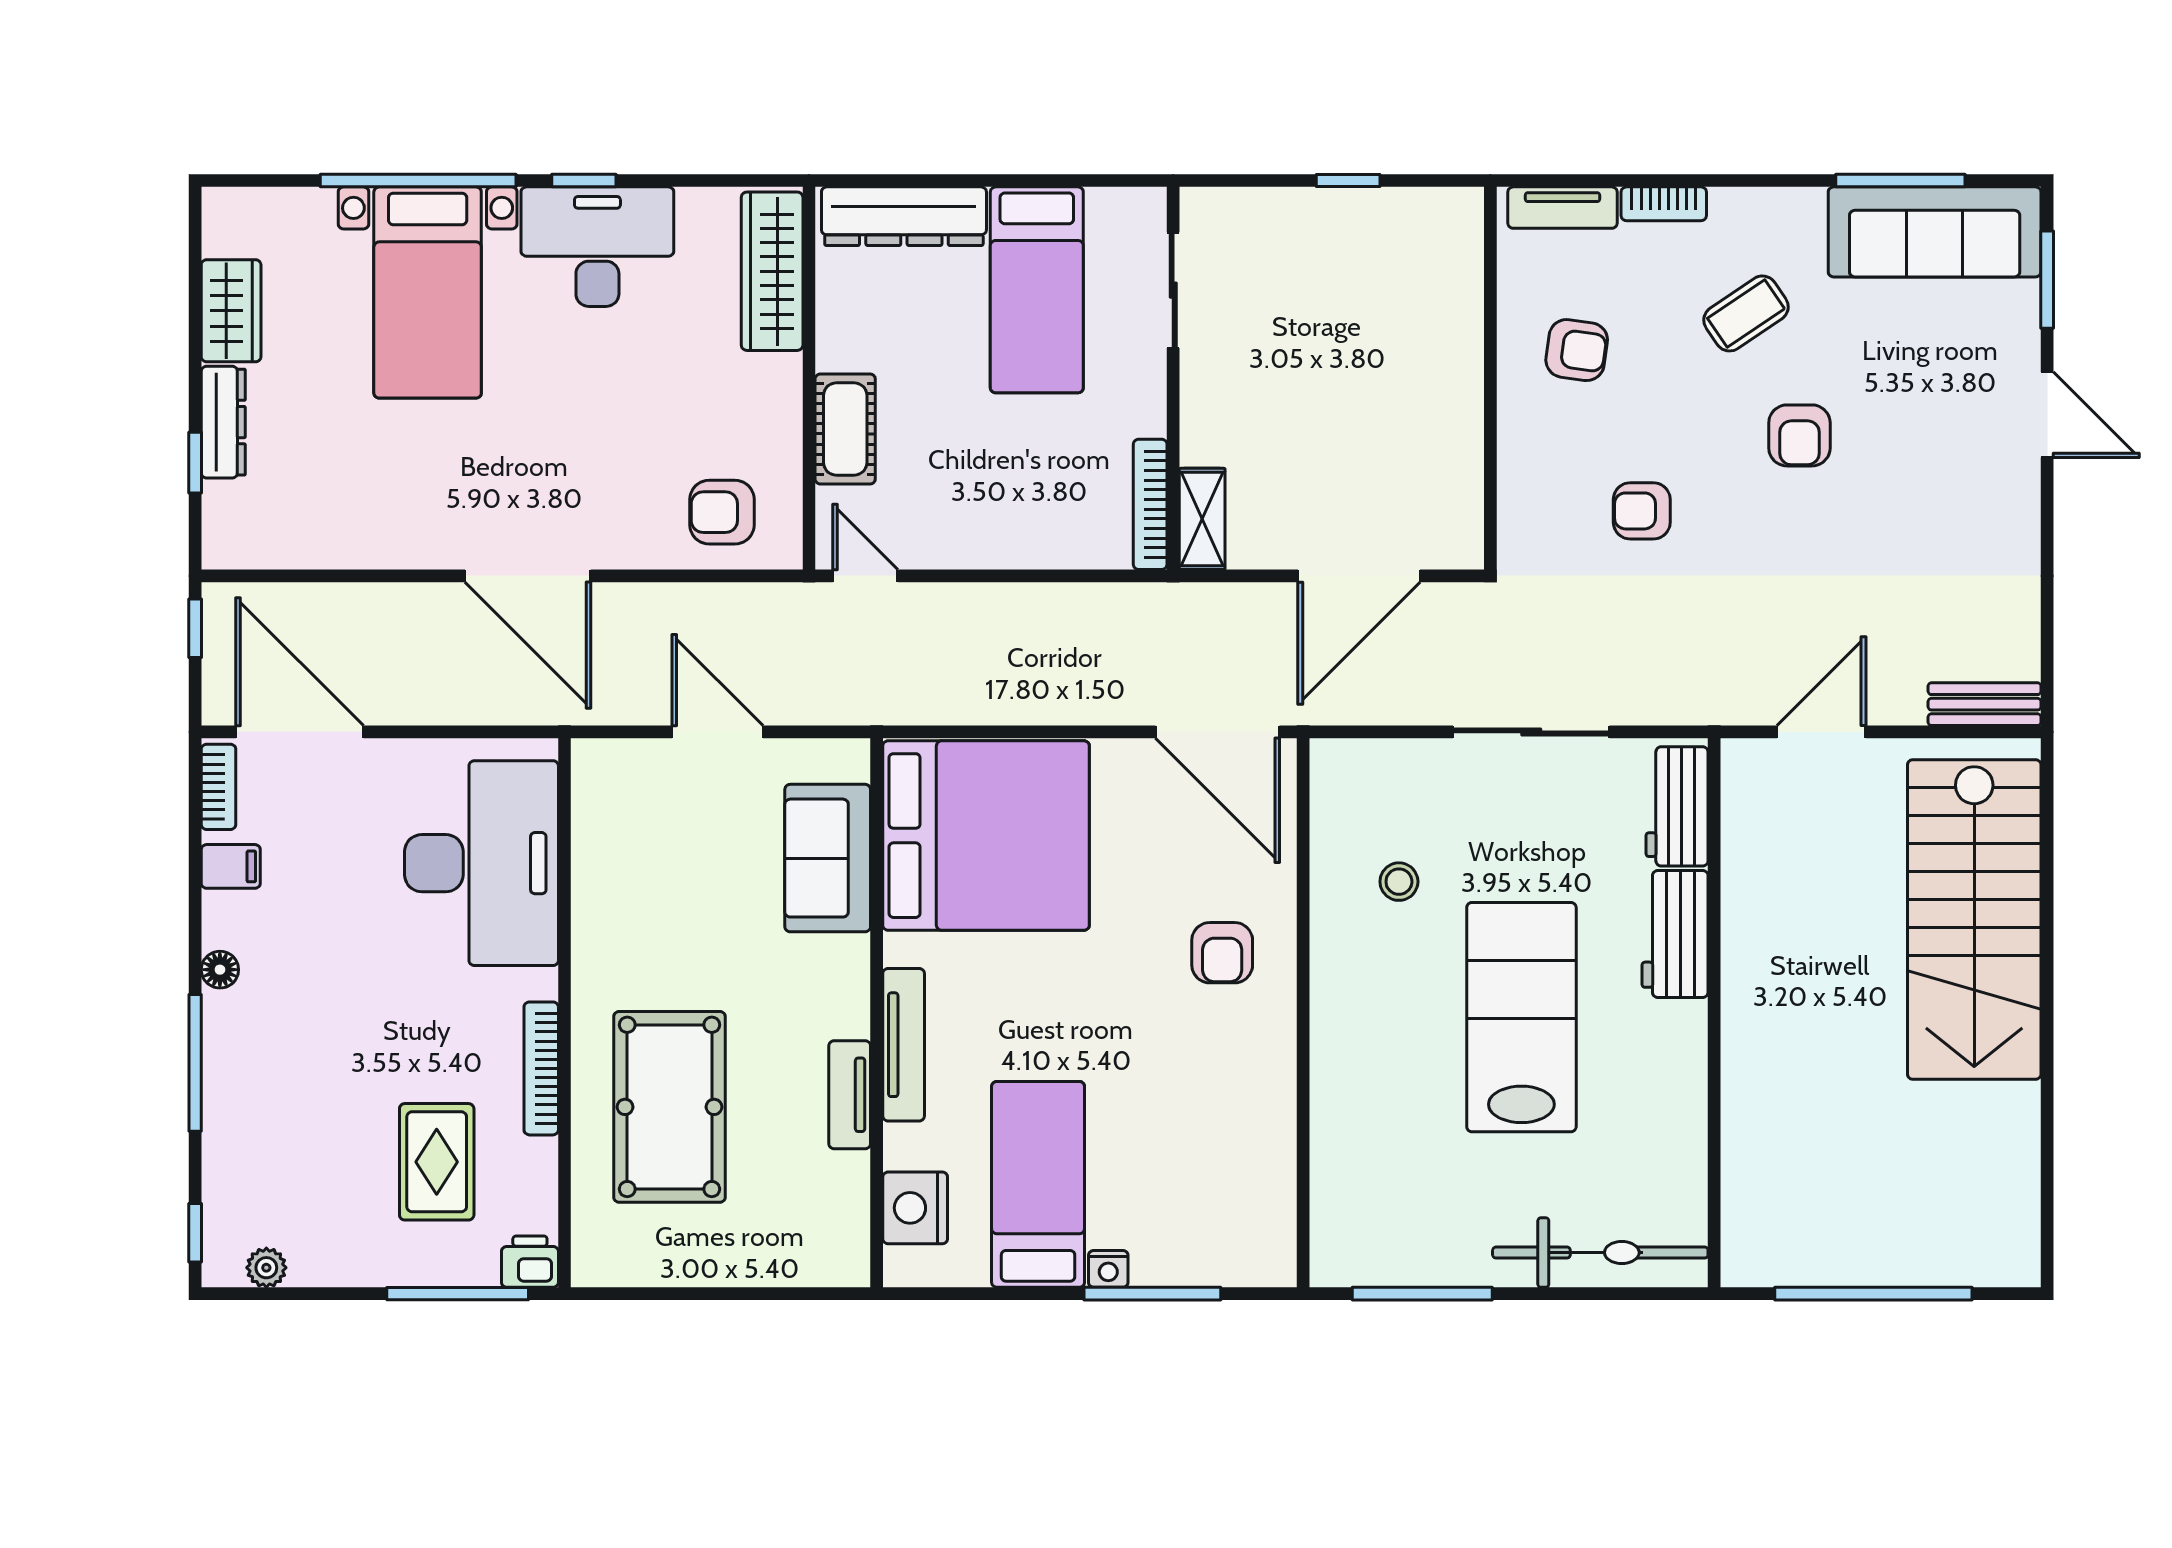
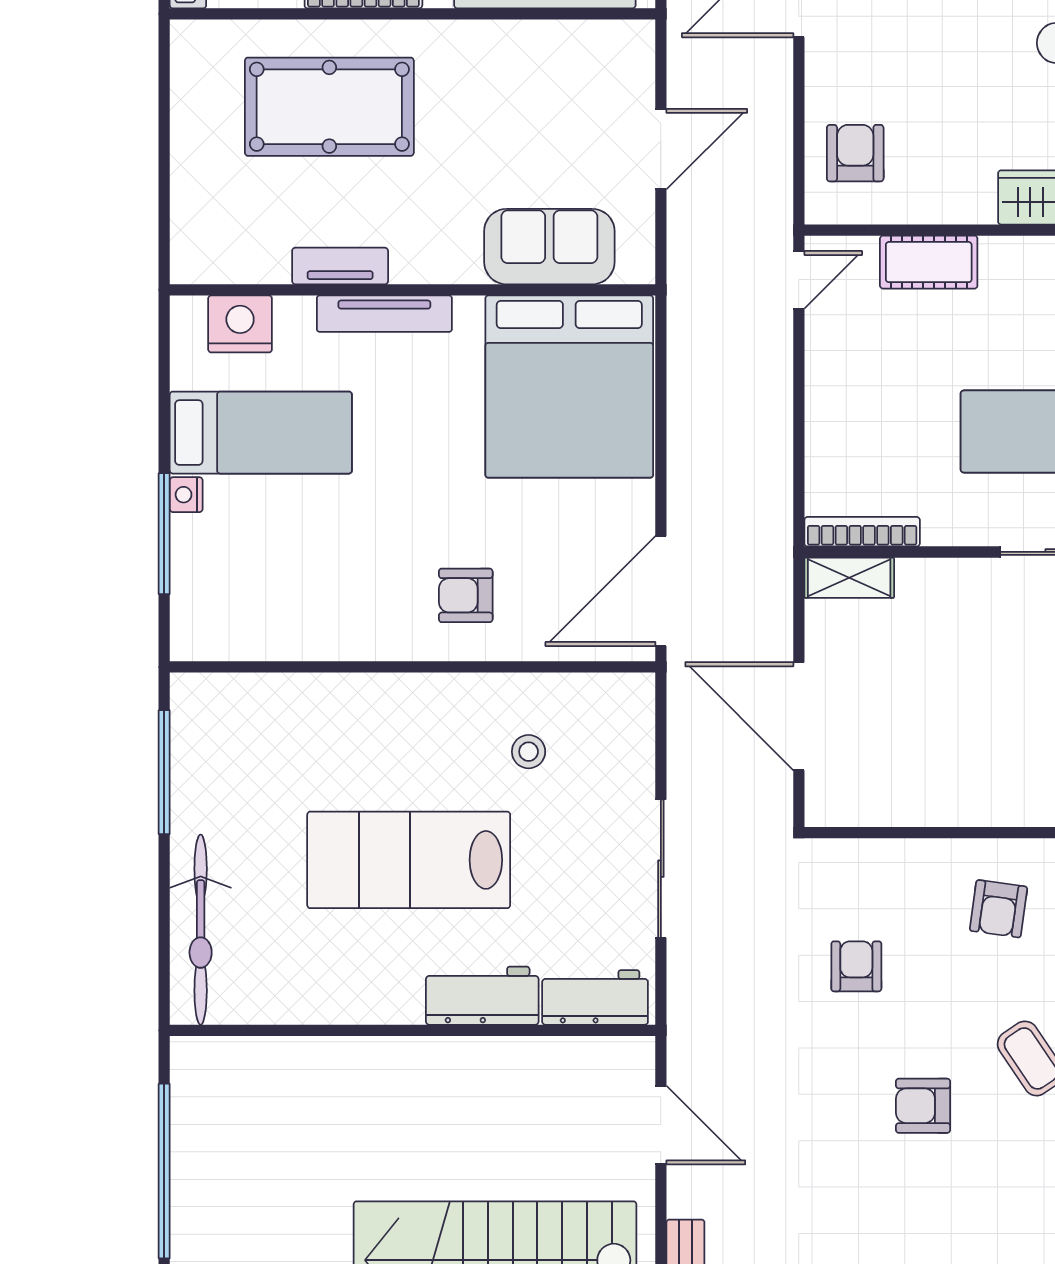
lab bench: (1521, 1017) -> (409, 860), turned 180

